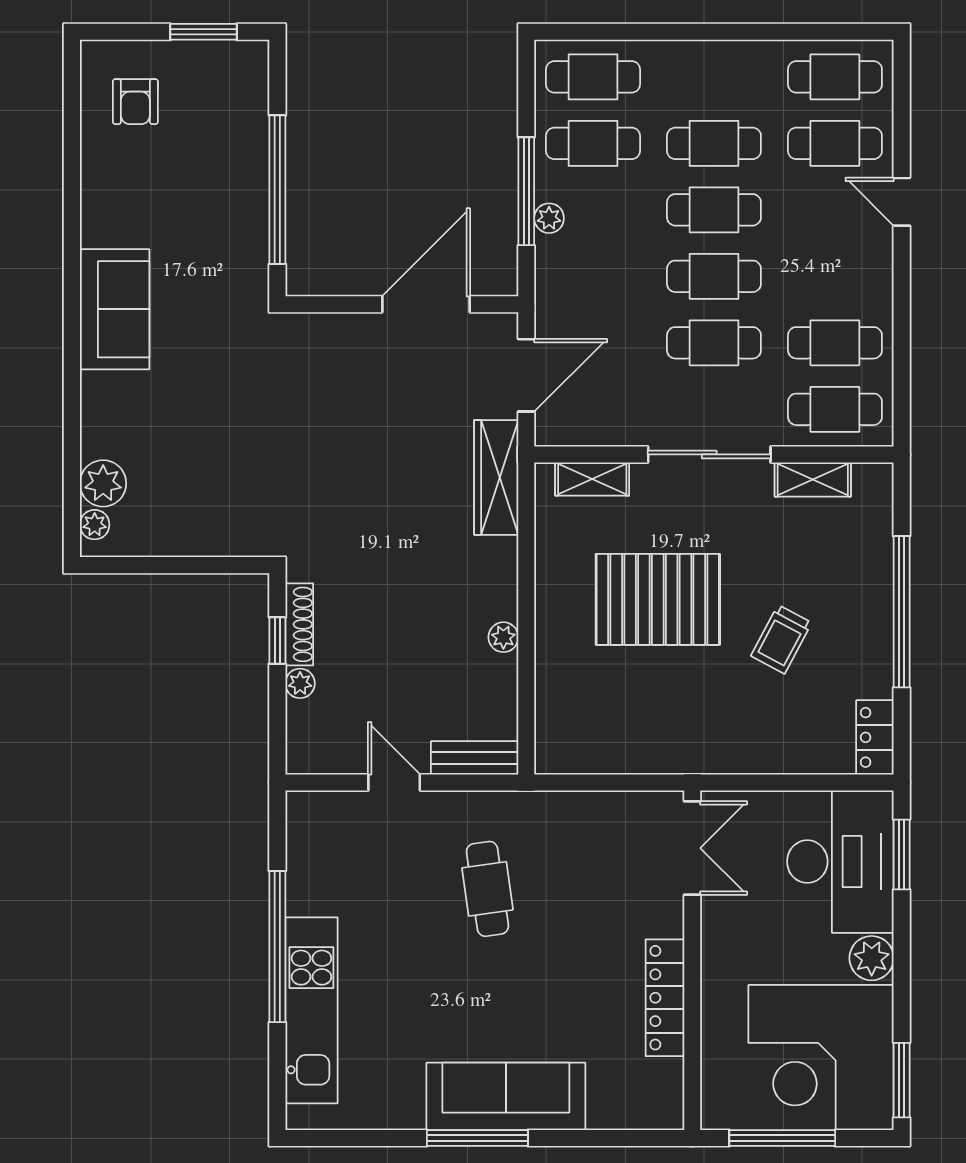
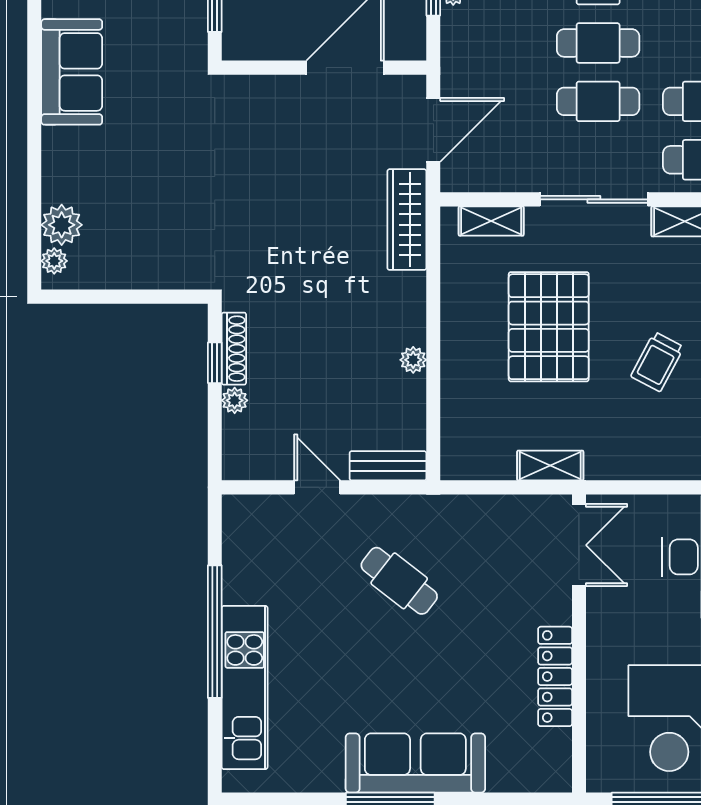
pallet: (658, 599) -> (549, 327), turned 90
shelving: (660, 758) -> (550, 466), added
cafe table: (487, 889) -> (399, 581), turned -44

